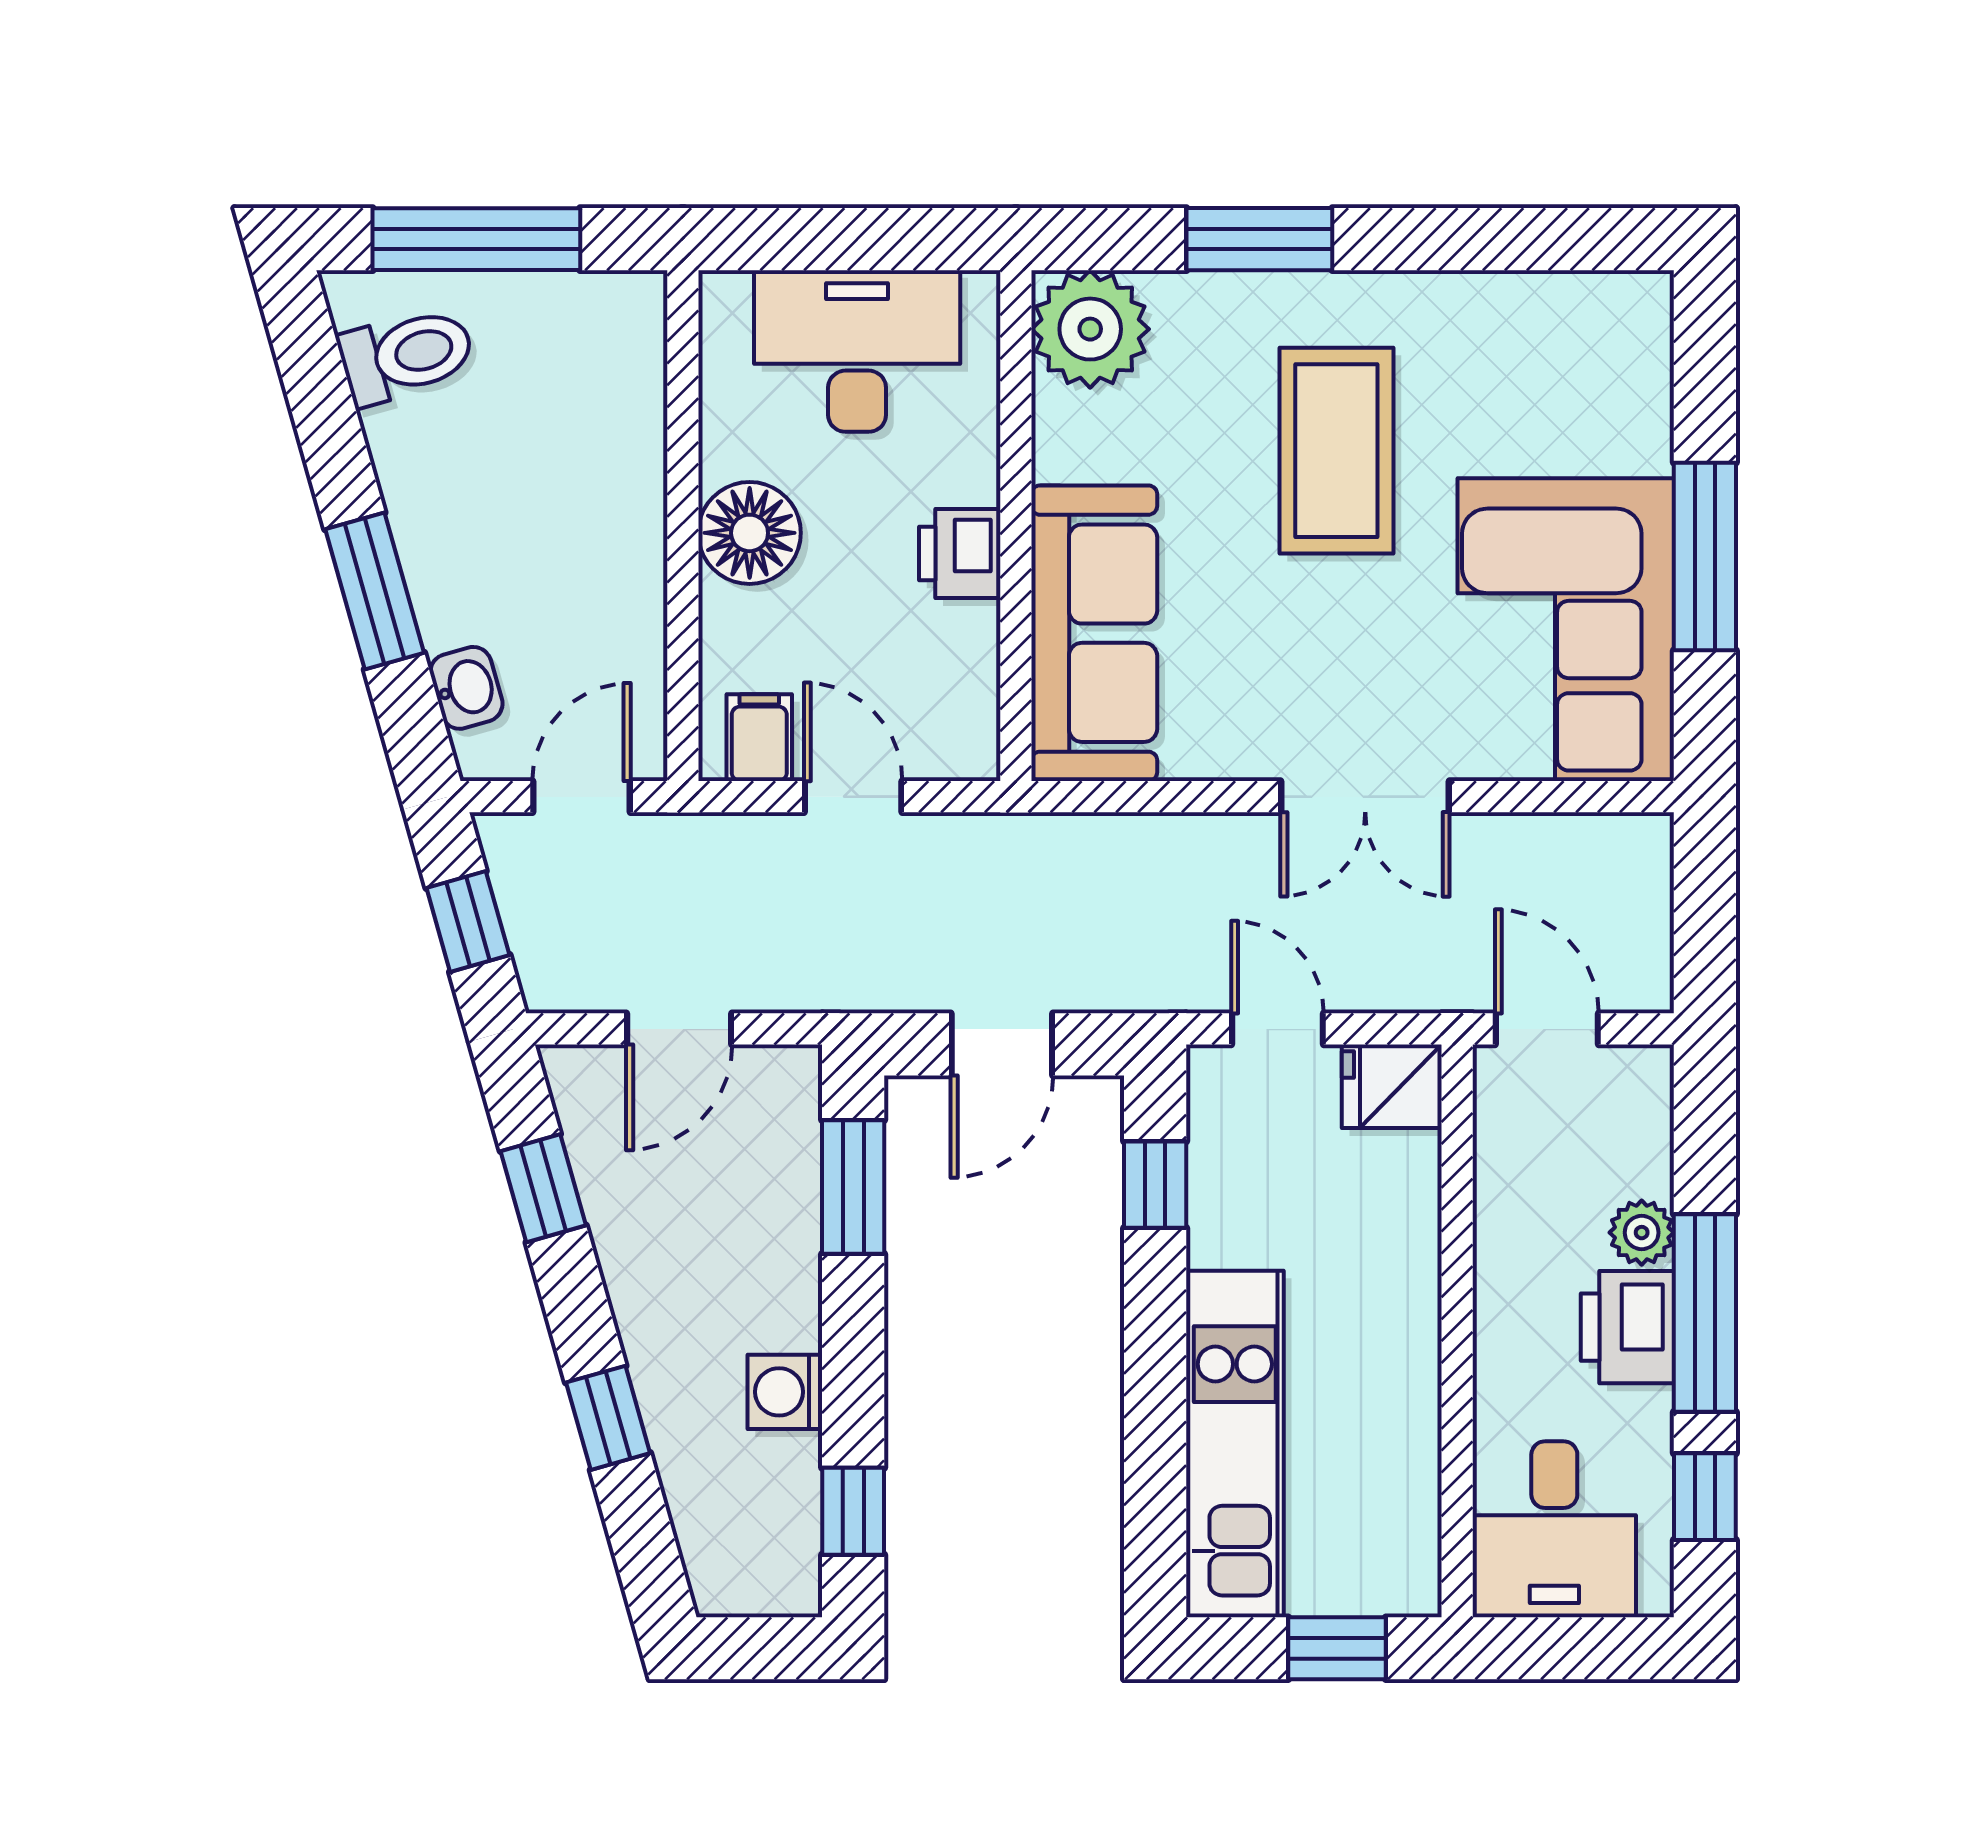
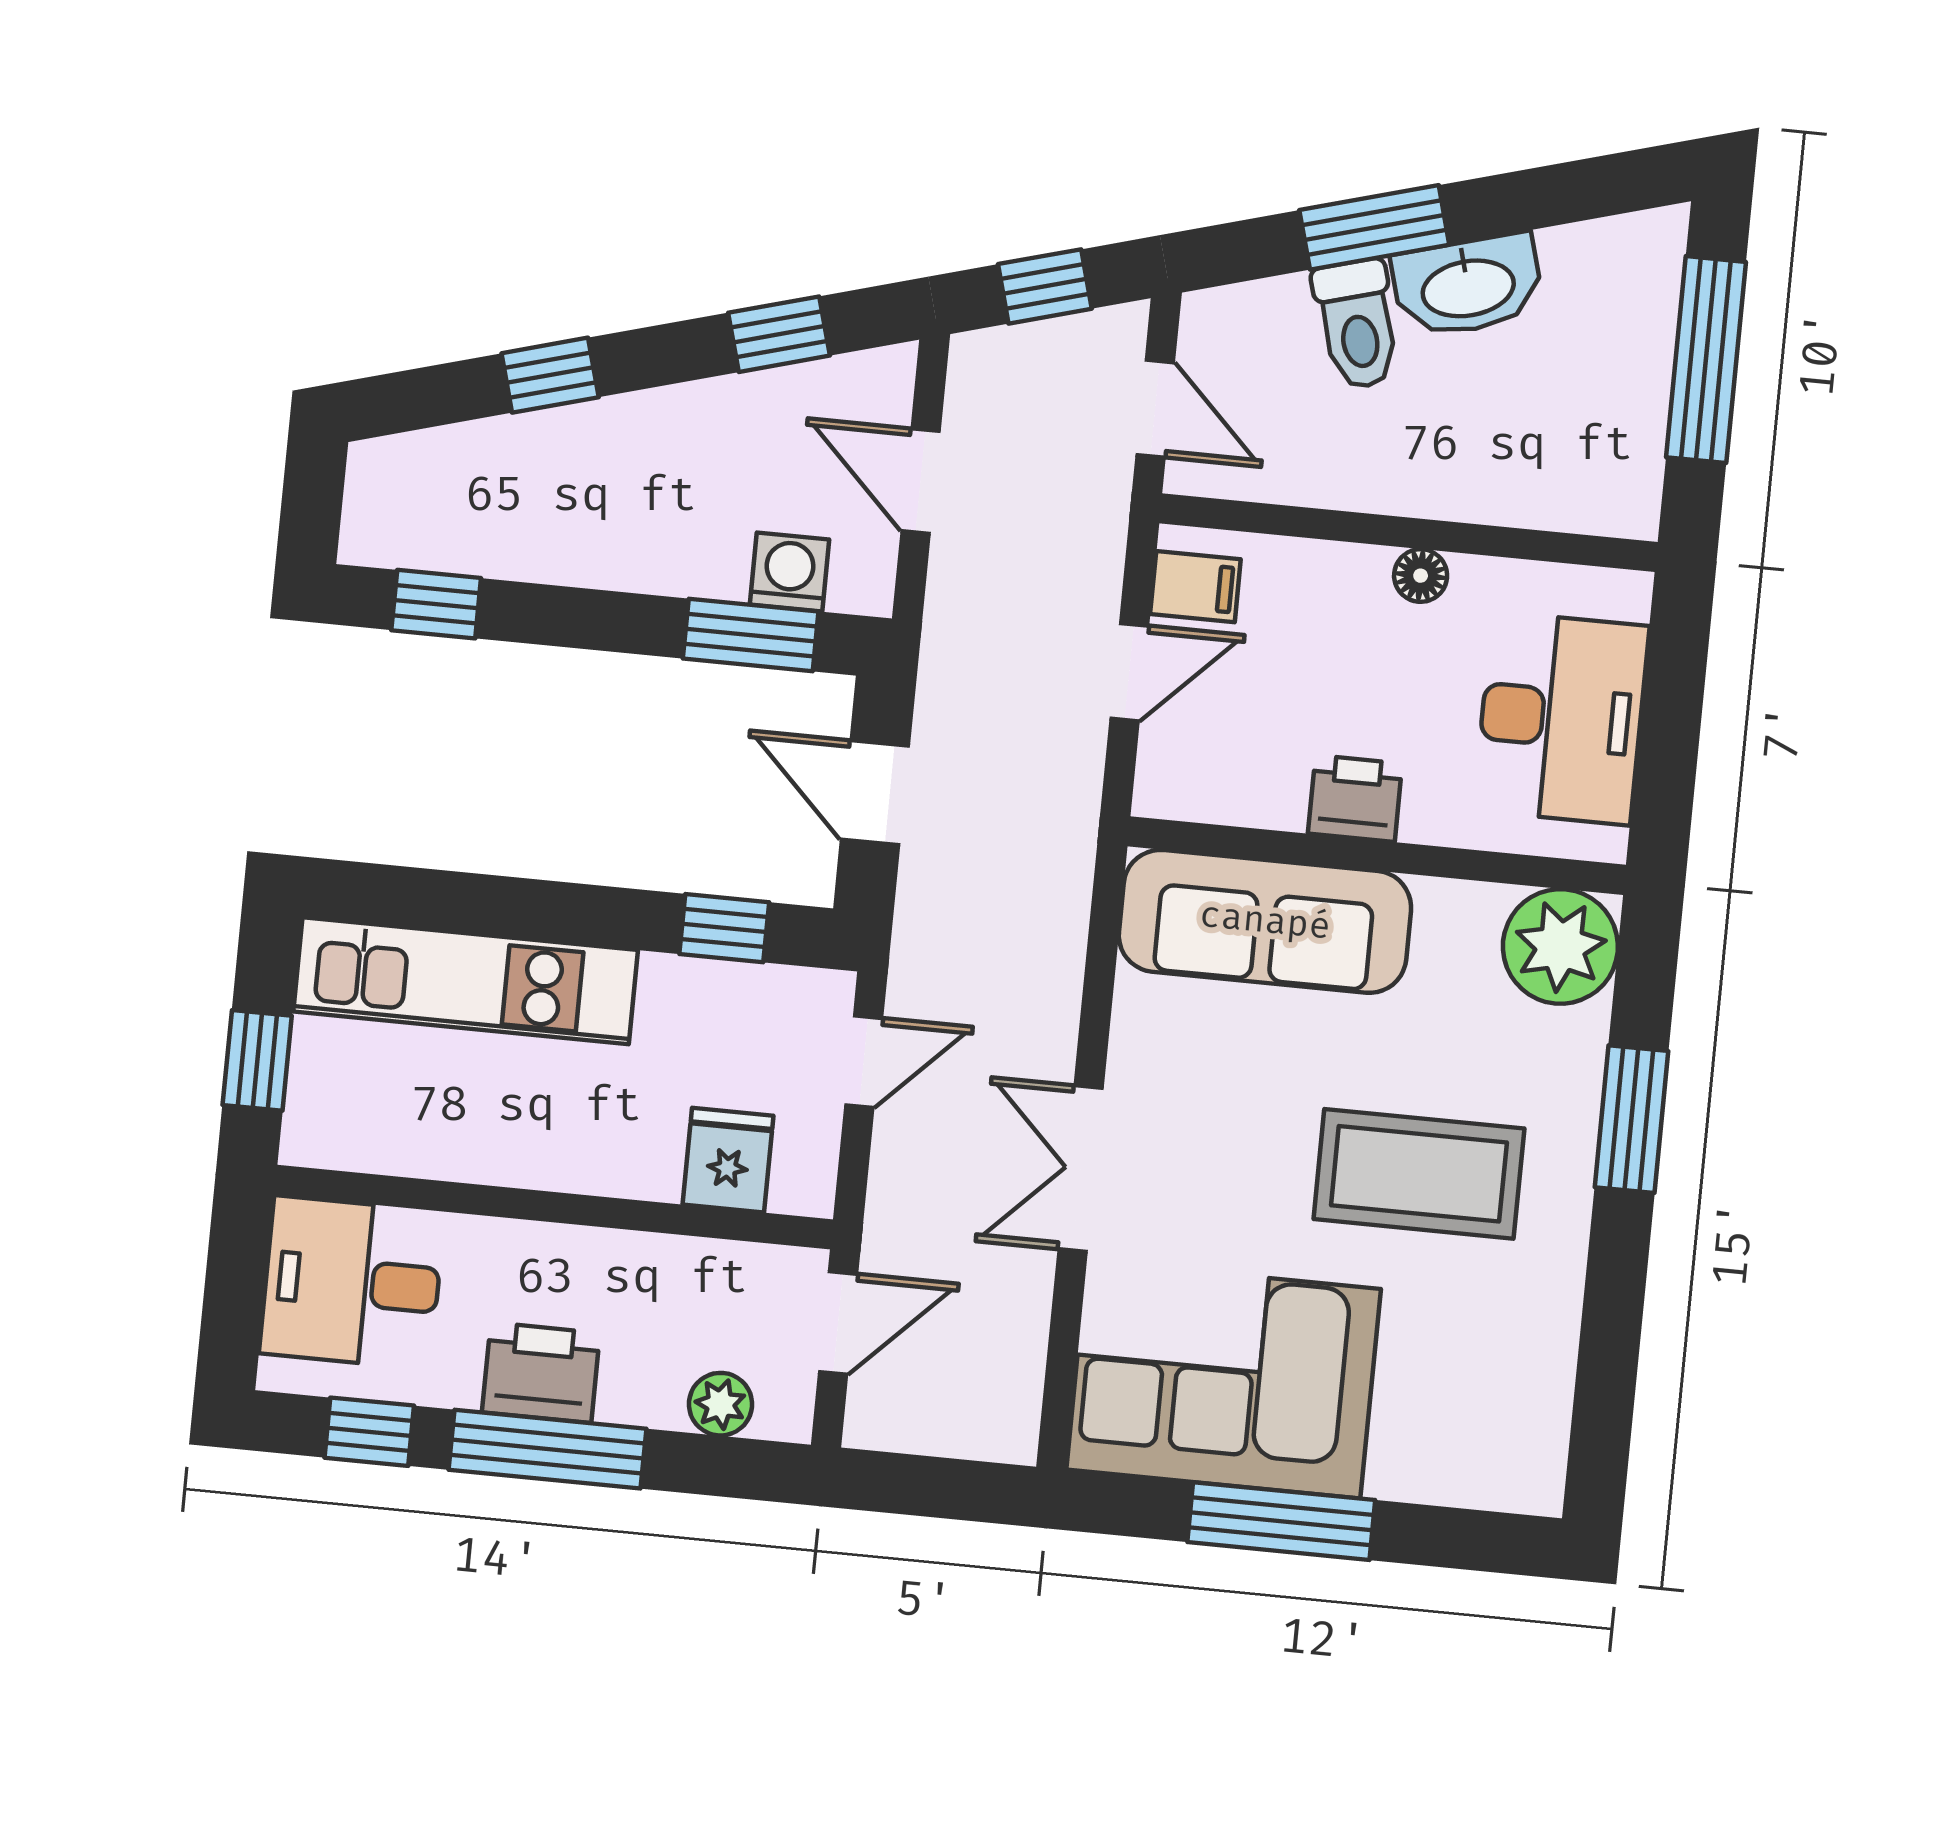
toilet: (407, 355) -> (1357, 324), moved
floor lamp: (750, 533) -> (1421, 576), width x0.53, depth x0.53
washbasin: (466, 688) -> (1468, 286), moved, width x1.91, depth x1.45
fridge: (1392, 1086) -> (728, 1160), moved
plant: (1642, 1233) -> (720, 1404), moved
washing machine: (785, 1392) -> (789, 572), moved

